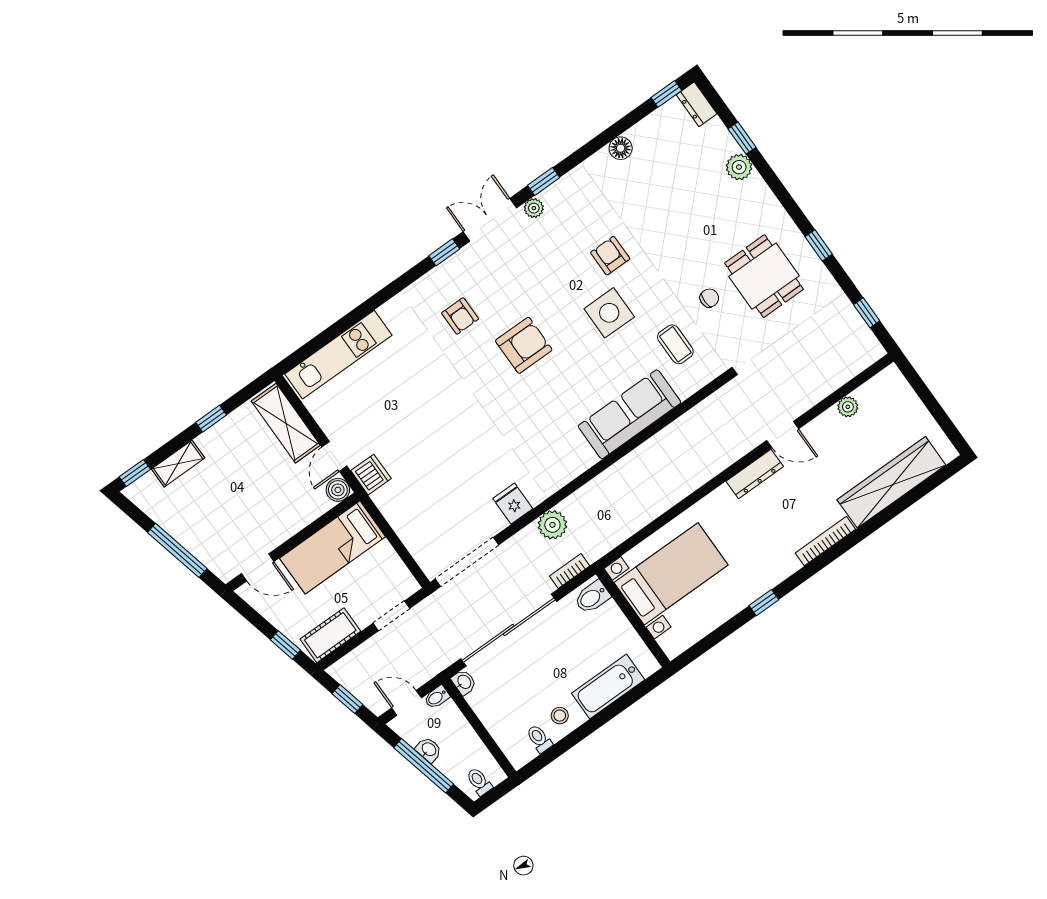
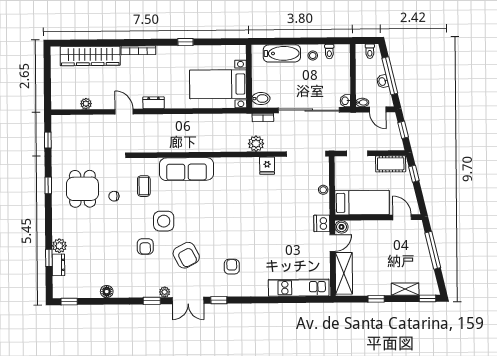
dresser: (697, 104) -> (58, 265), moved
armchair: (524, 345) -> (186, 255), moved, turned -118
dresser: (755, 474) -> (154, 103), width x0.70
stool: (404, 526) -> (323, 190), added

